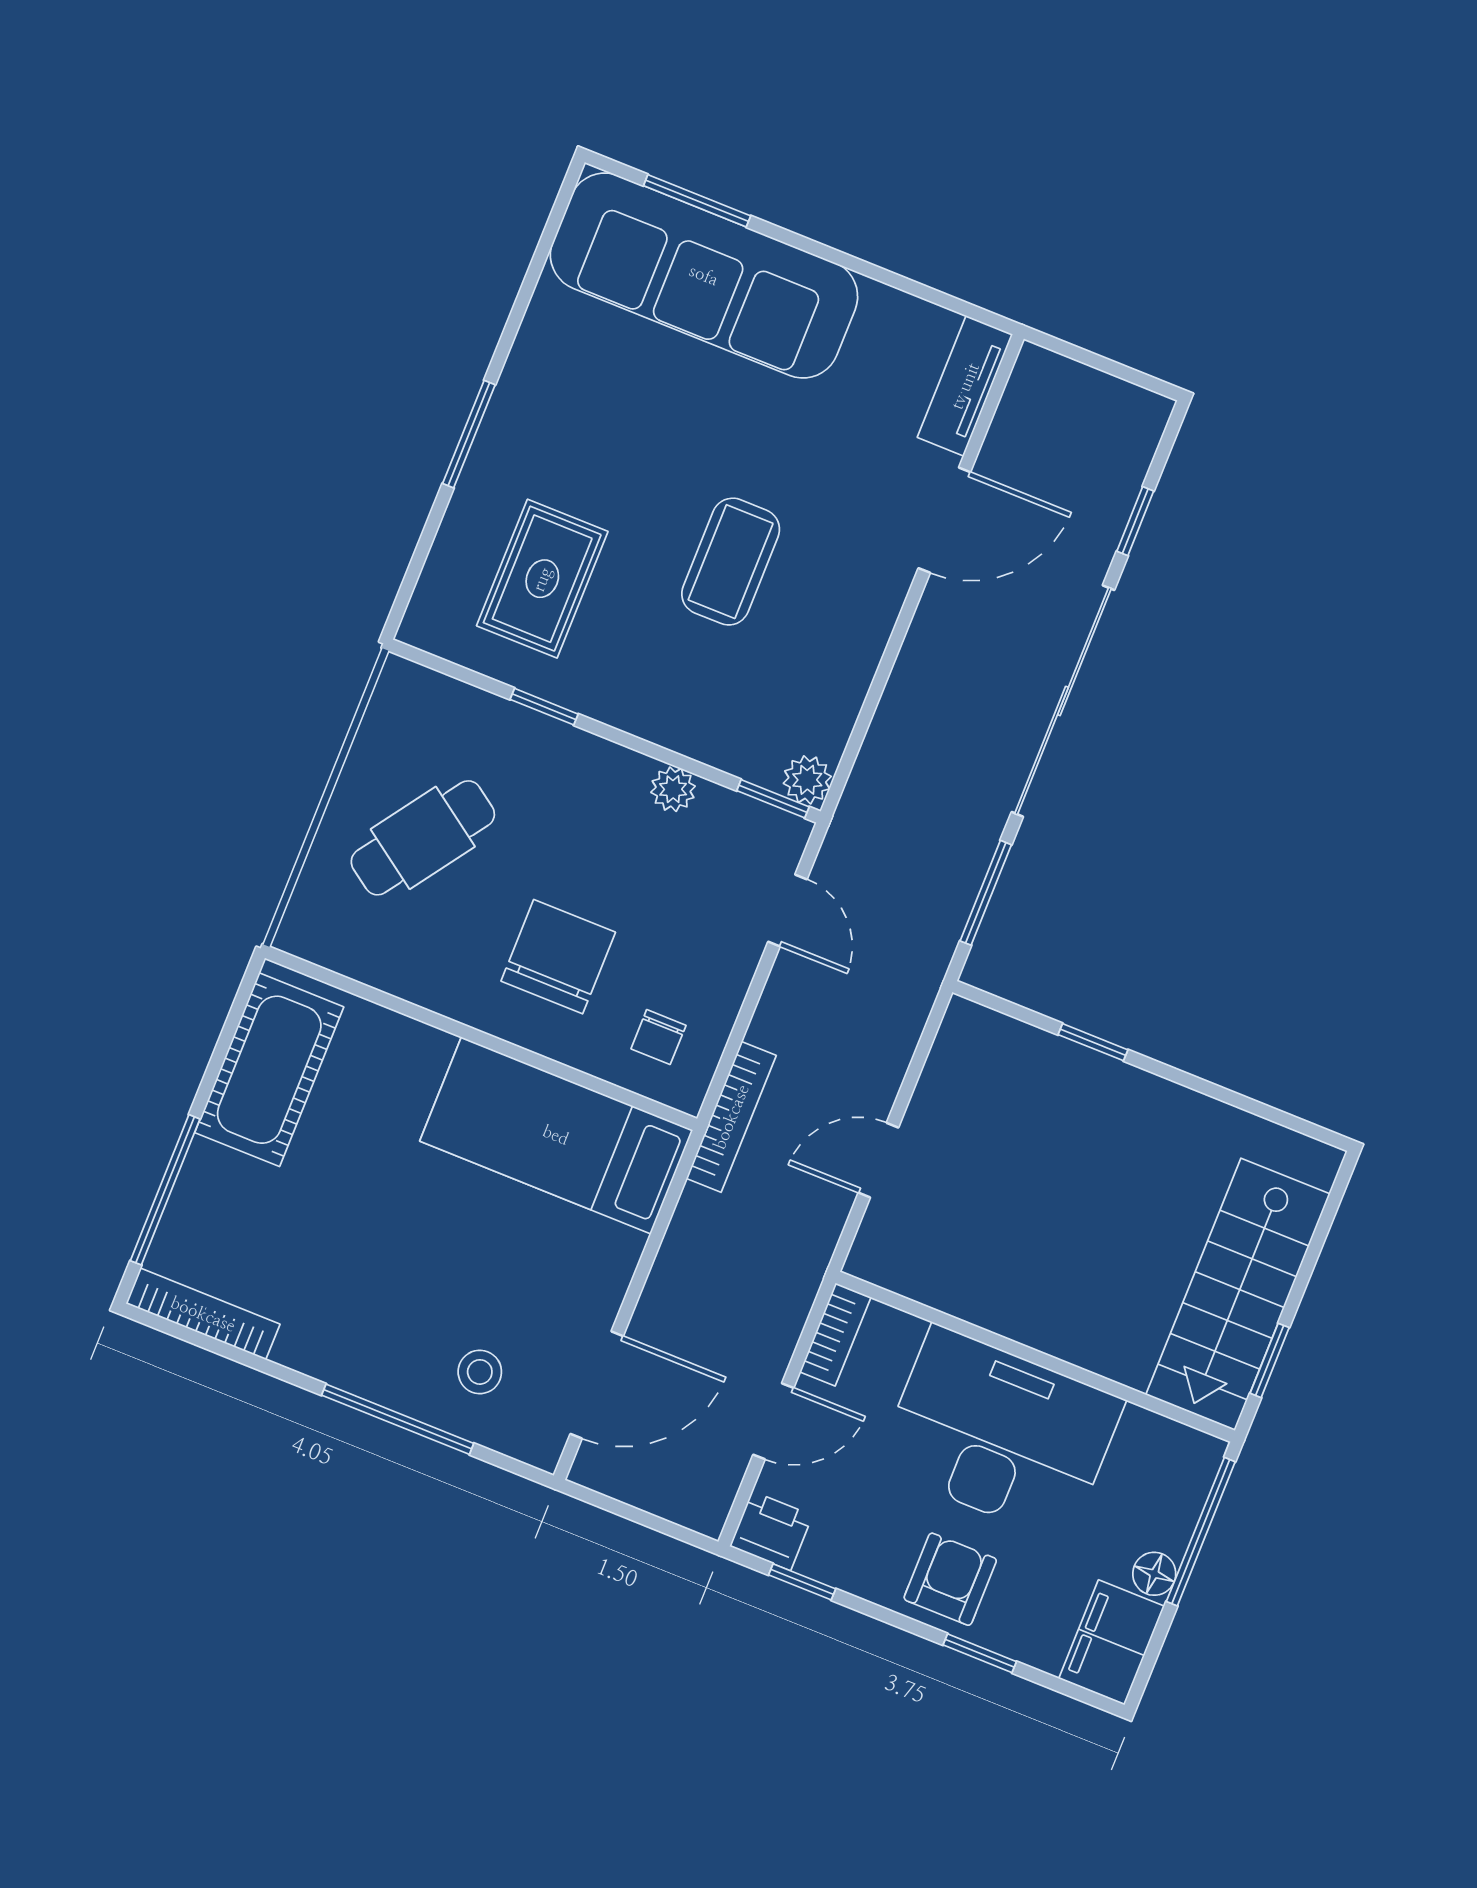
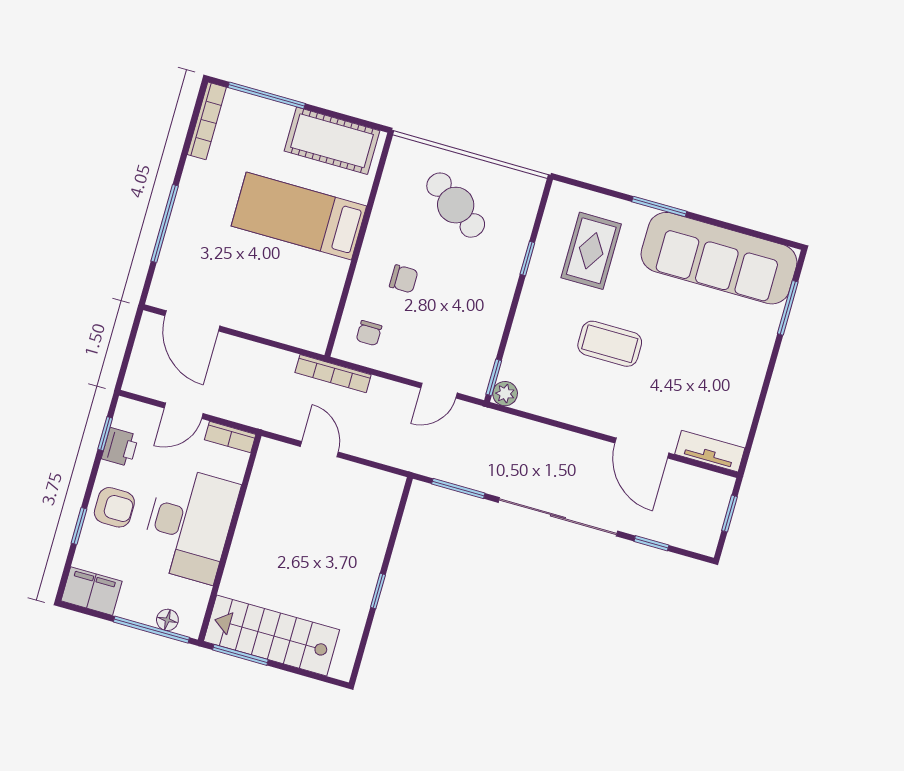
sofa: (704, 275) -> (719, 258), moved, turned -90
window: (1093, 360) -> (729, 514), added
rug: (542, 579) -> (591, 251), turned 90
plant: (673, 789) -> (493, 327), removed
chair: (558, 957) -> (404, 279), width x0.54, depth x0.54
chair: (658, 1037) -> (369, 333), turned -90
window: (1093, 1042) -> (378, 591), moved
bed: (556, 1135) -> (299, 216), moved, turned -90
window: (1270, 1360) -> (240, 655), width x1.50
stool: (480, 1372) -> (193, 262), removed
door: (773, 1421) -> (184, 411), hinge flipped
printer: (771, 1531) -> (120, 447), moved
floor lamp: (1154, 1574) -> (167, 620), moved

